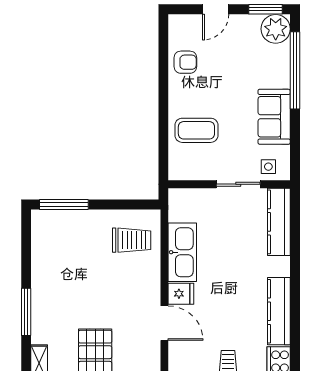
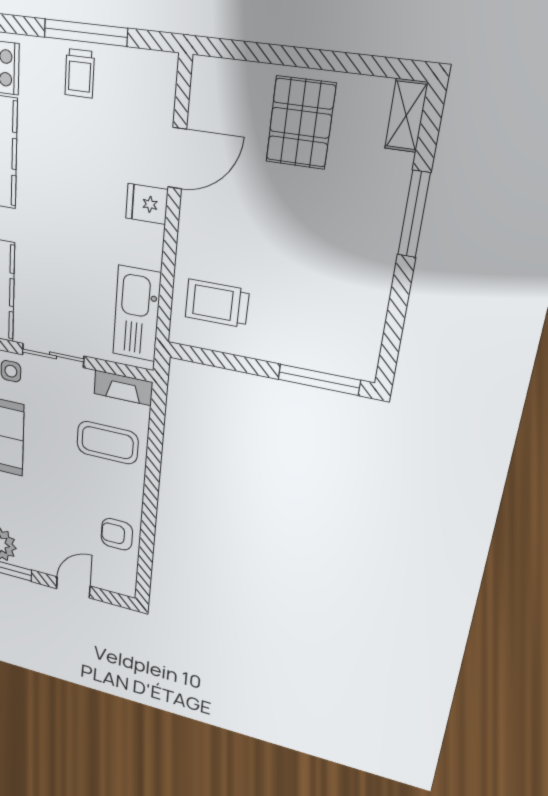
fireplace: (188, 172) -> (123, 388), added
kitchen sink: (182, 252) -> (137, 314), moved
door: (164, 323) -> (177, 158), swing flipped

